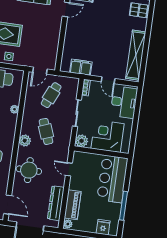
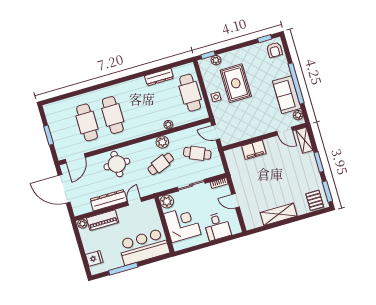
shelving: (136, 55) -> (279, 214), width x0.68
filing cabinet: (81, 67) -> (254, 150), moved, turned 90
door: (108, 80) -> (235, 201), hinge flipped
desk: (124, 102) -> (217, 226), width x0.73
plant: (25, 141) -> (162, 142), moved
dresser: (56, 203) -> (109, 200), moved

